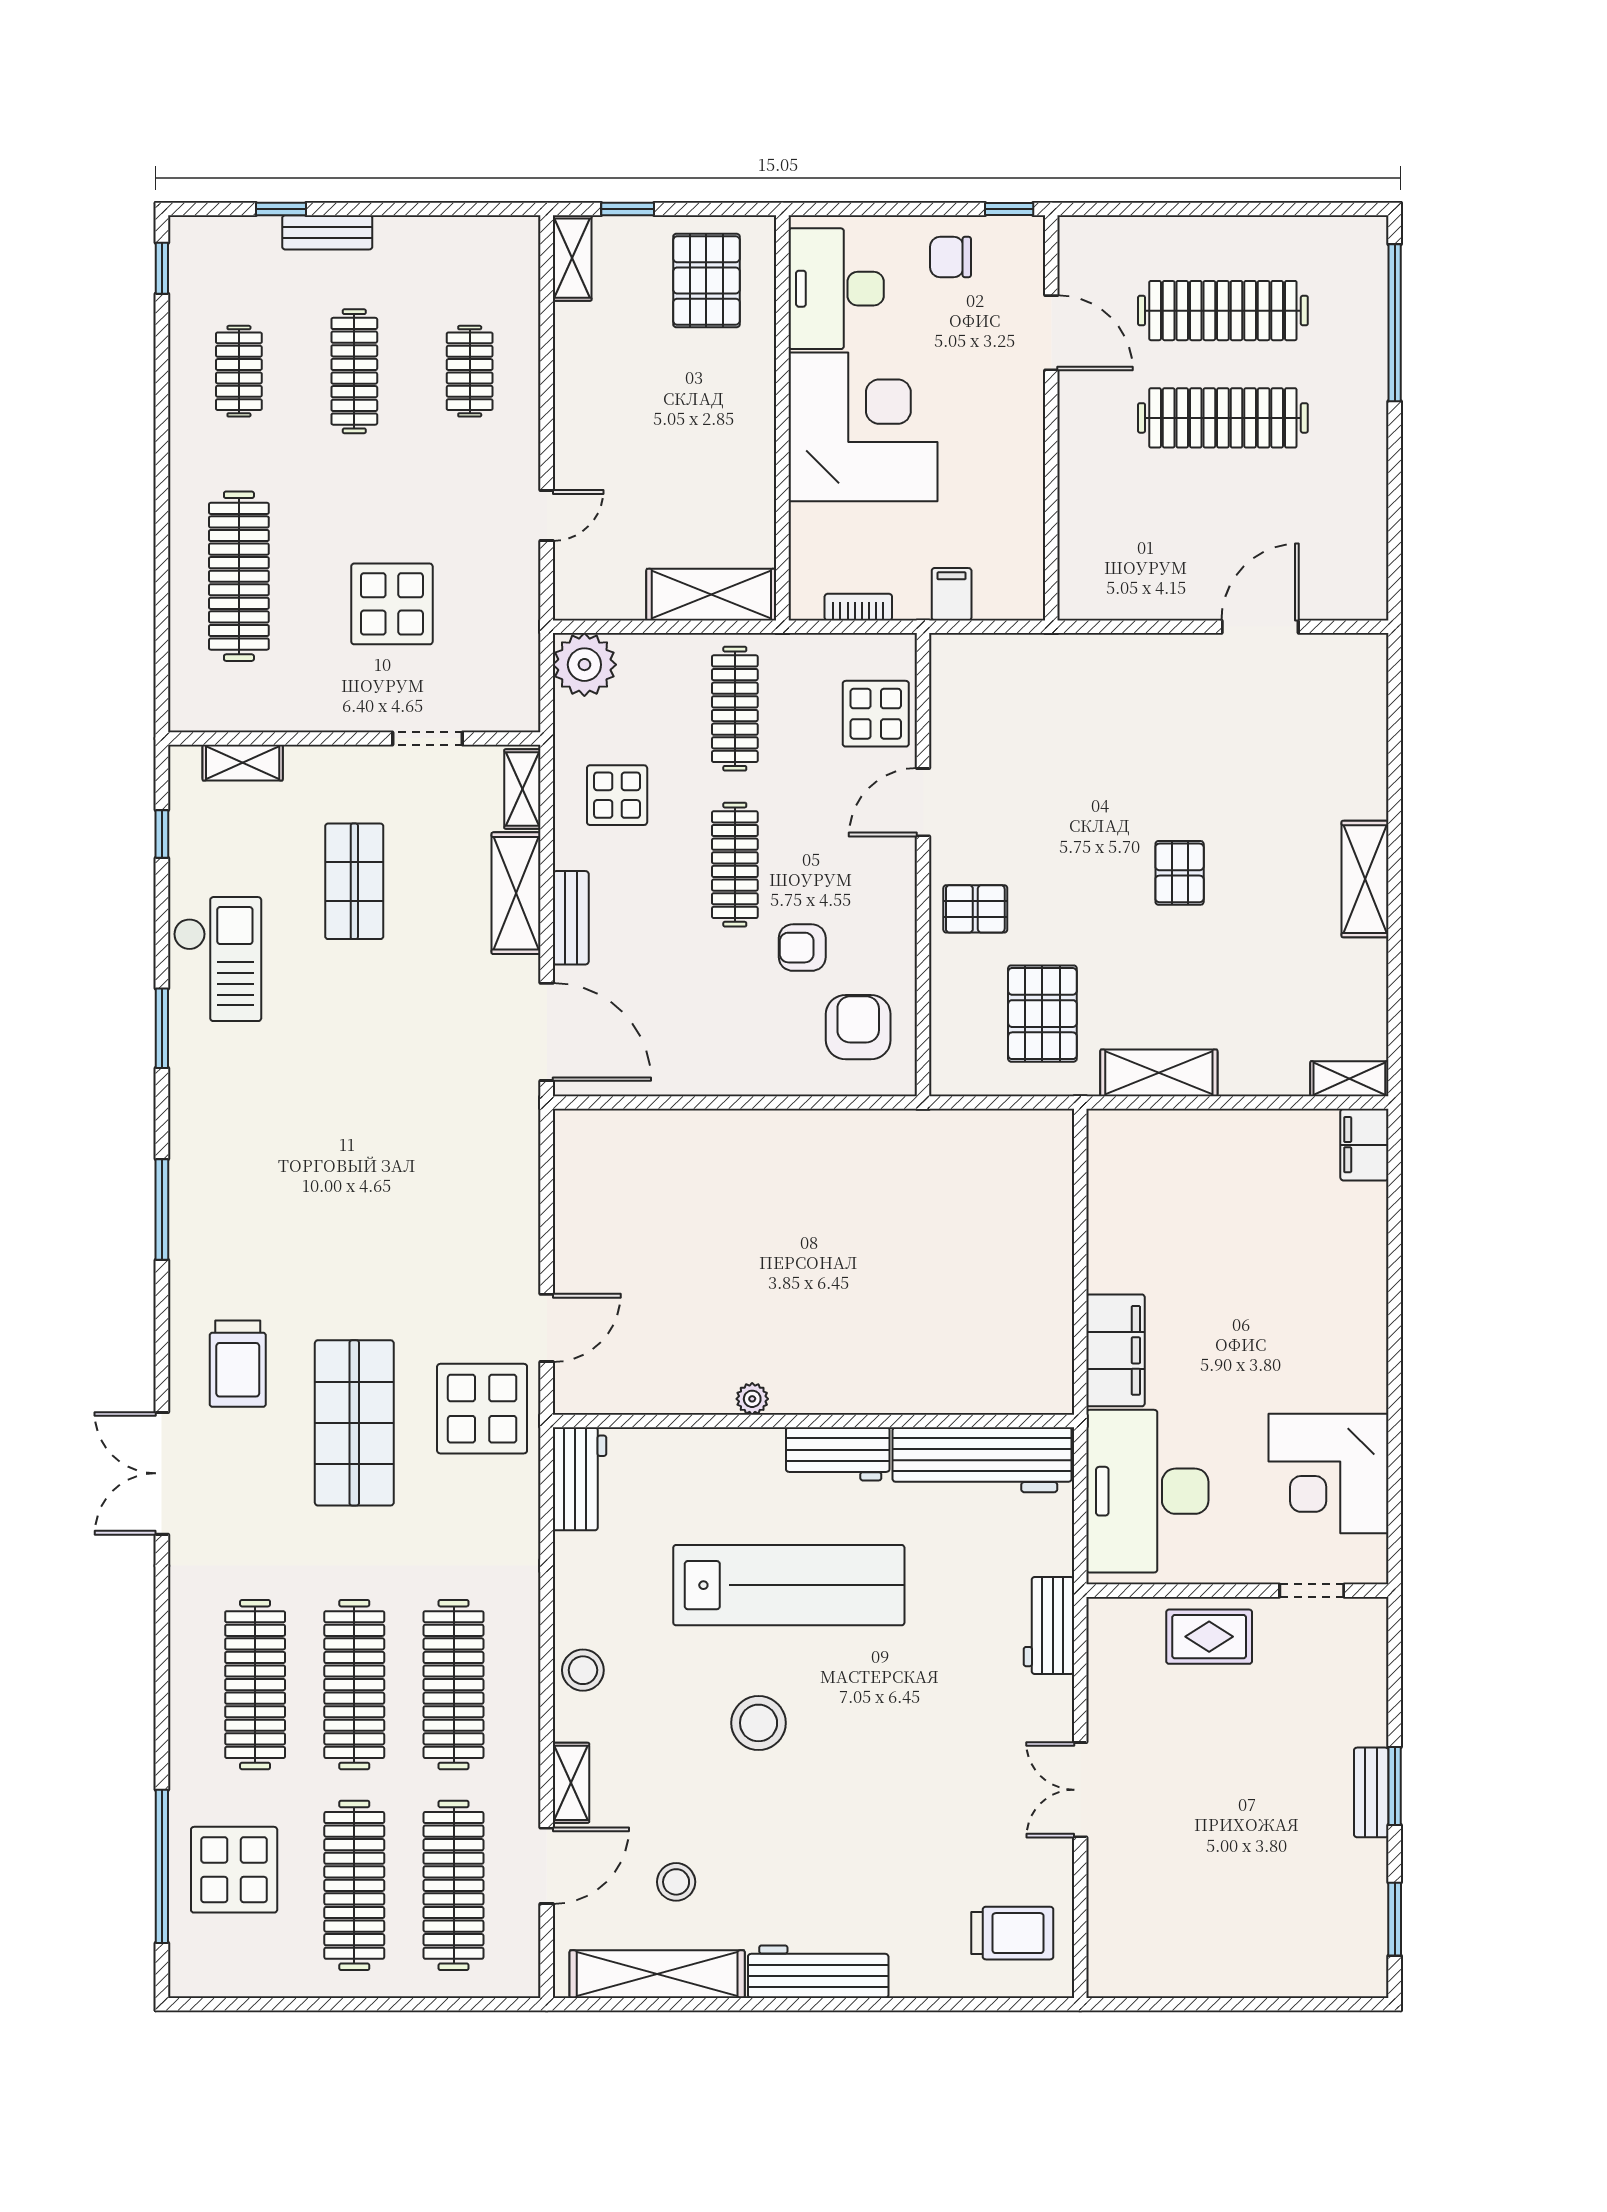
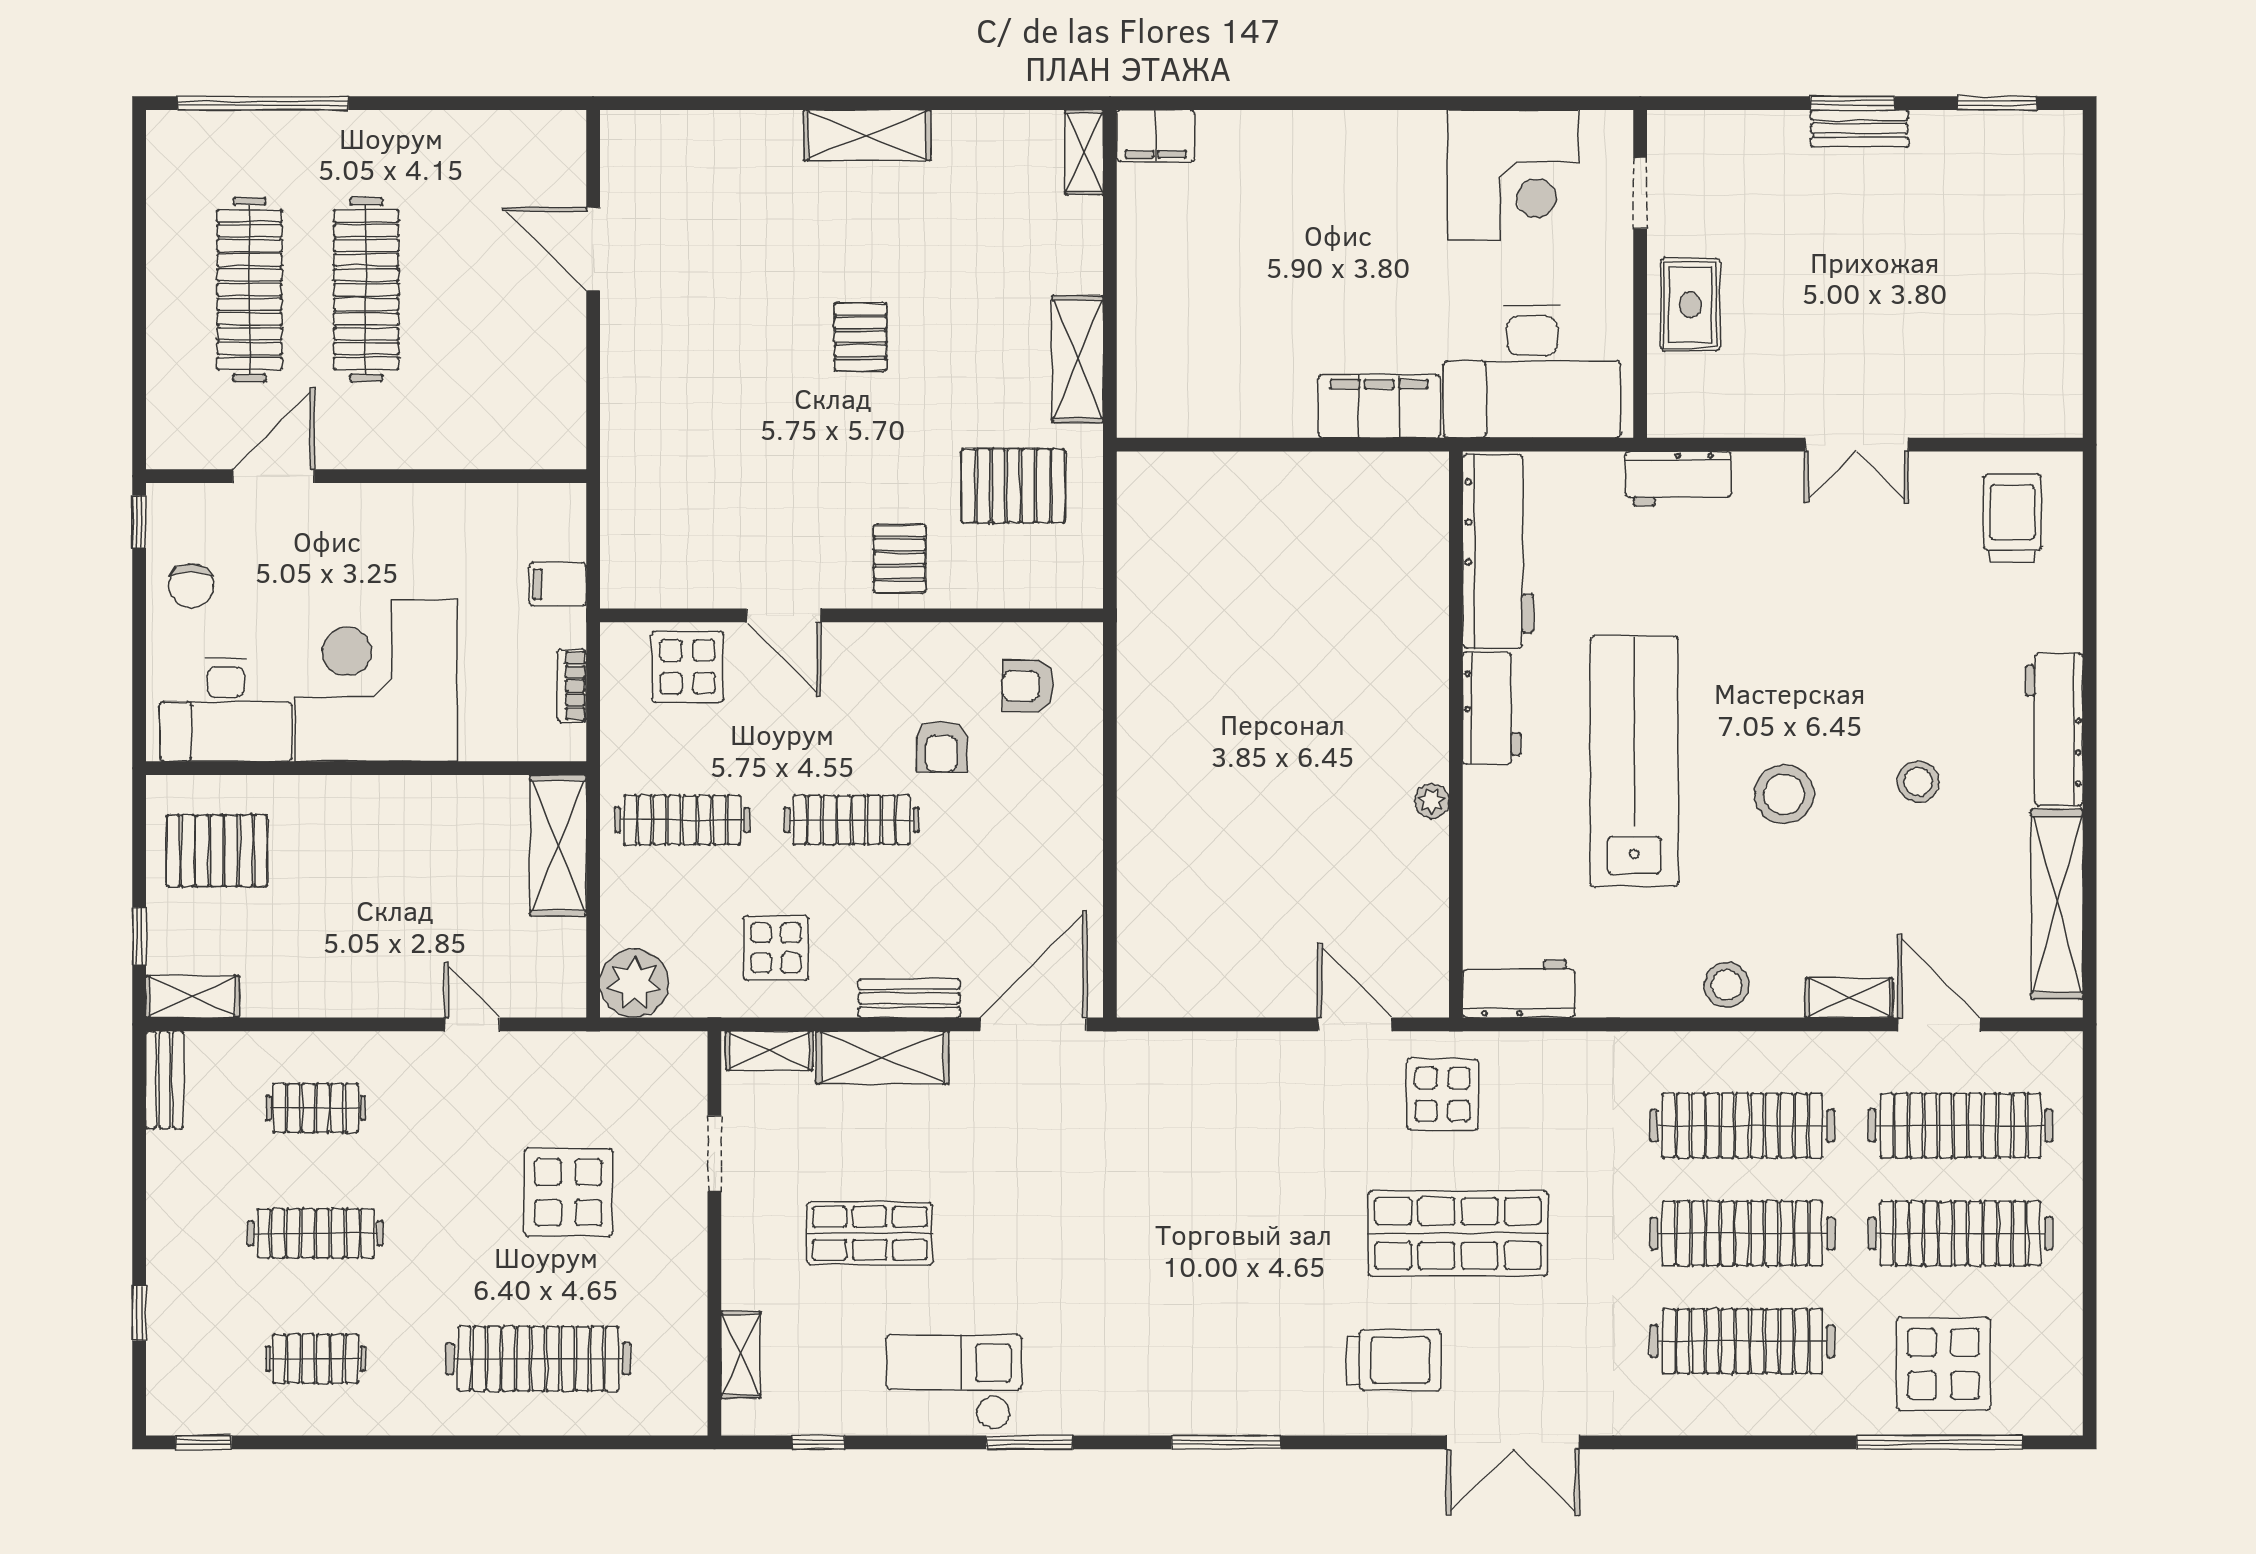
bench: (327, 232) -> (165, 1080), moved
pallet: (1180, 873) -> (860, 337), turned 90
armchair: (858, 1027) -> (1028, 686), width x0.72, depth x0.72
display table: (482, 1409) -> (1443, 1094), width x0.73, depth x0.73
stool: (676, 1882) -> (1918, 782), moved

